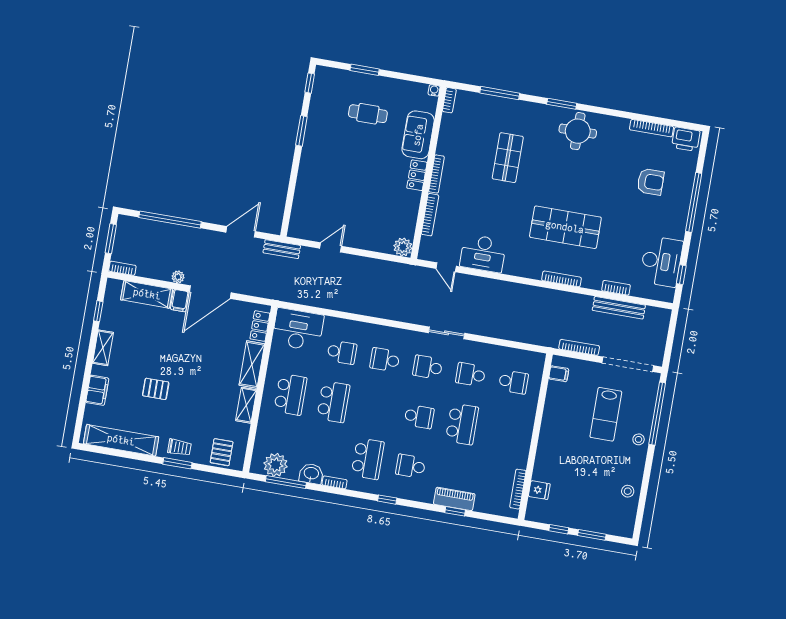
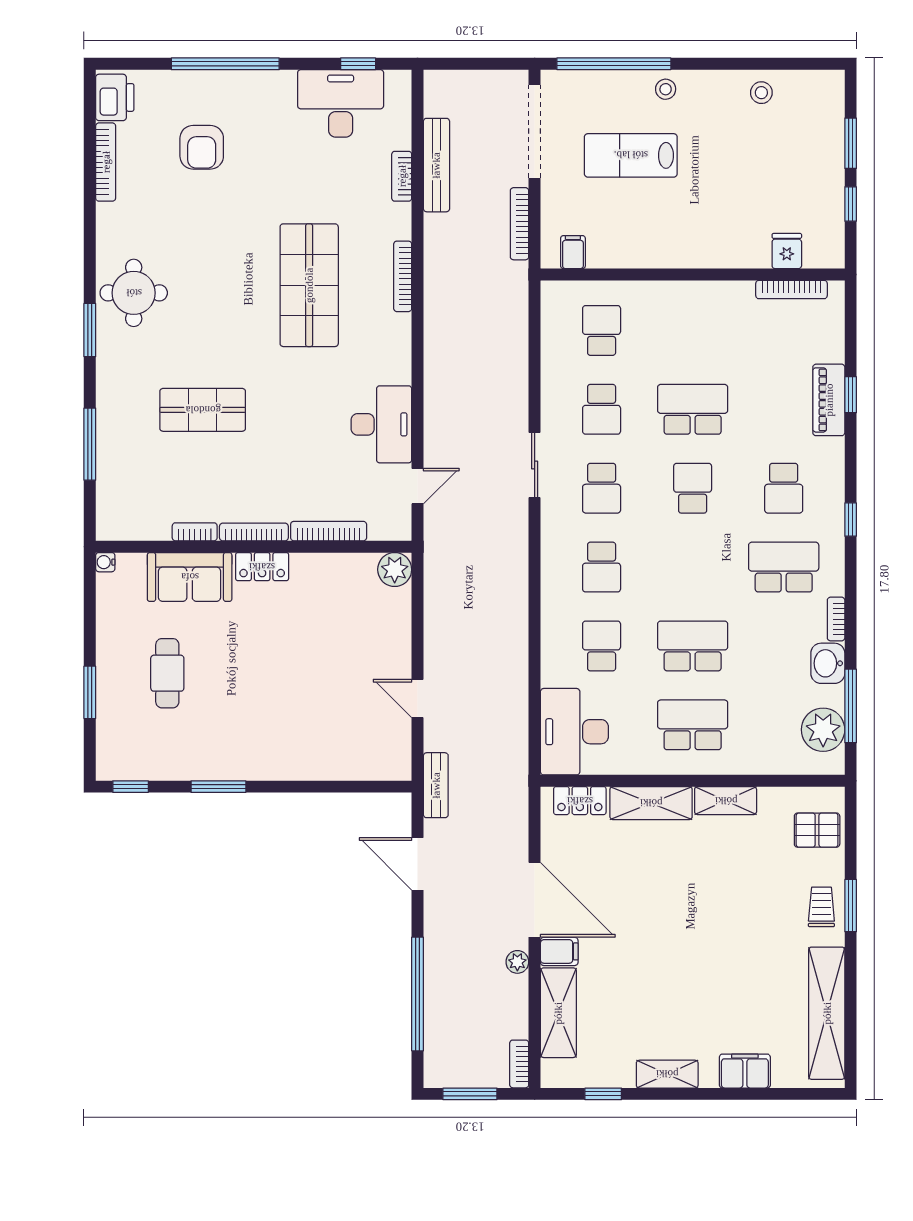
bookcase: (449, 100) -> (195, 532), moved
armchair: (651, 182) -> (202, 147), turned 180
pallet: (156, 389) -> (724, 967), removed
lab bench: (606, 414) -> (631, 155), turned 180

